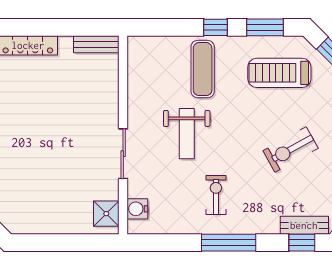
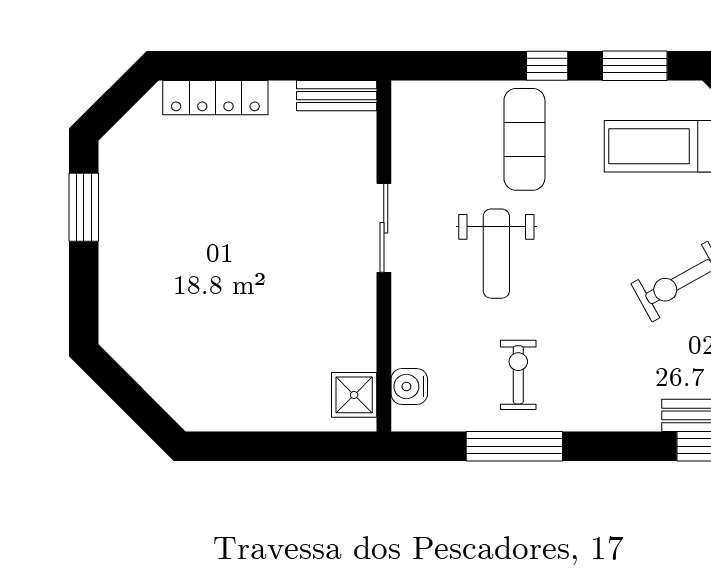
sliding door: (123, 154) -> (384, 228), moved
exercise bike: (216, 195) -> (518, 375), moved
window: (229, 243) -> (514, 446), moved

